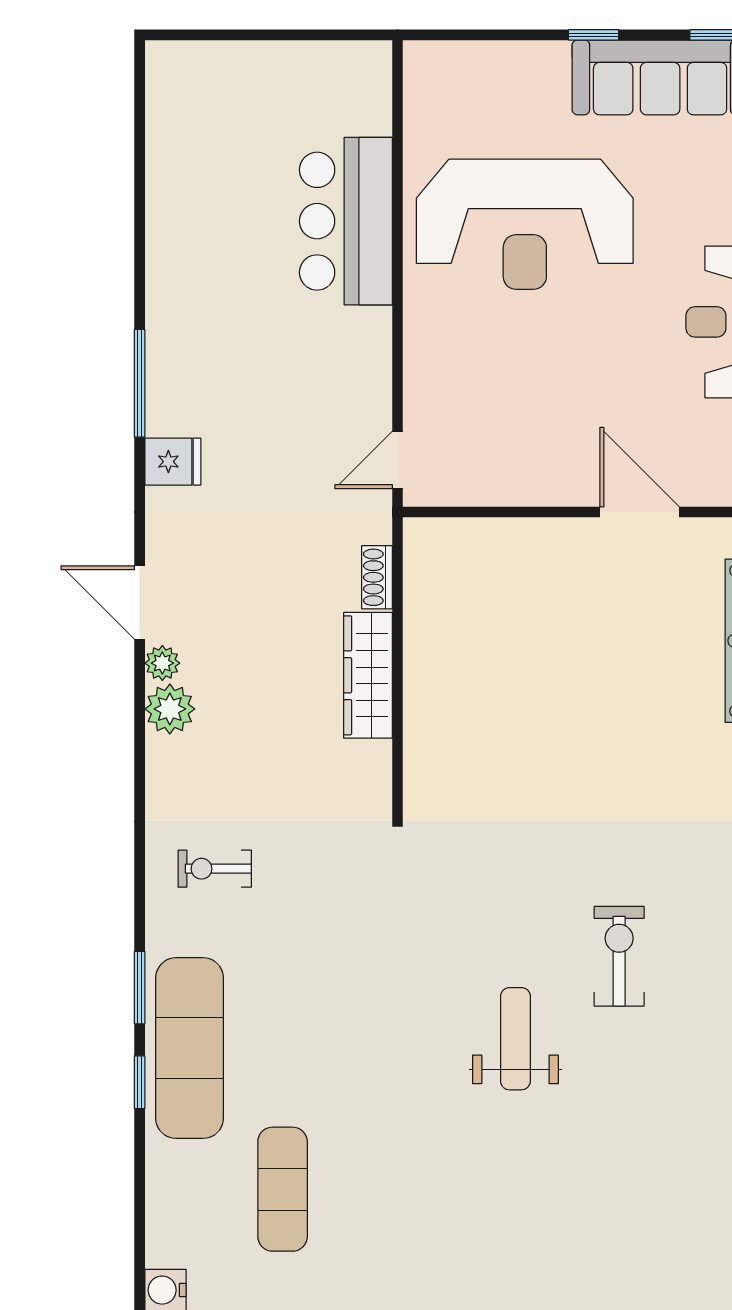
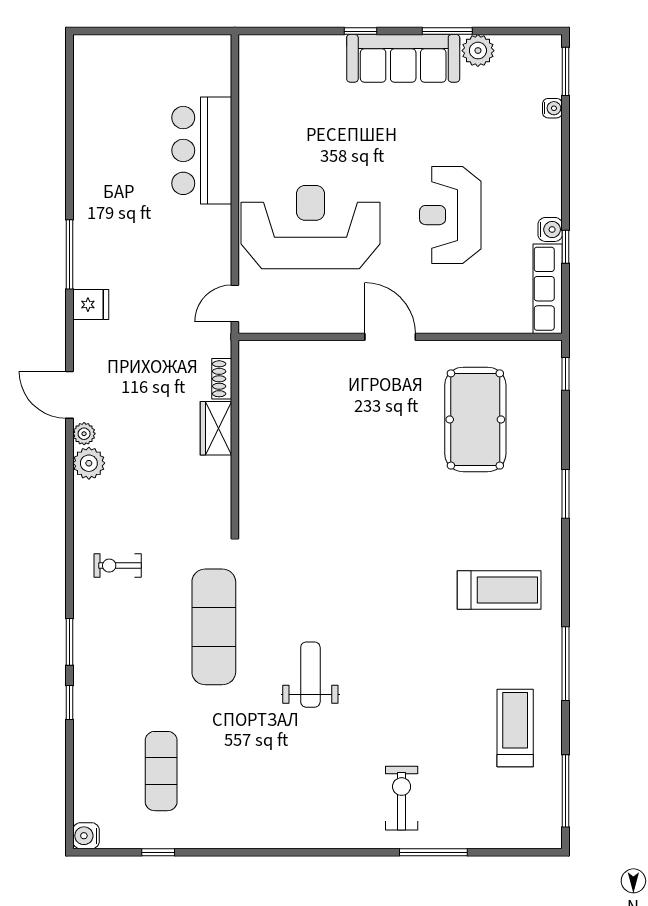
reception desk: (525, 224) -> (311, 227), moved, turned 180
wardrobe: (368, 675) -> (216, 428), width x0.67
exercise bike: (619, 956) -> (402, 798), moved
exercise mat: (190, 1048) -> (214, 627), moved

